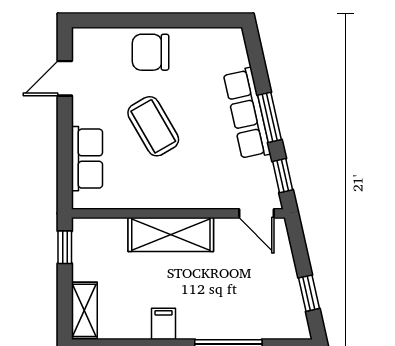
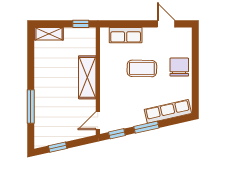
row of seats: (247, 114) -> (168, 111), moved
coffee table: (153, 126) -> (142, 68), turned 31
filing cabinet: (164, 324) -> (42, 74), removed

